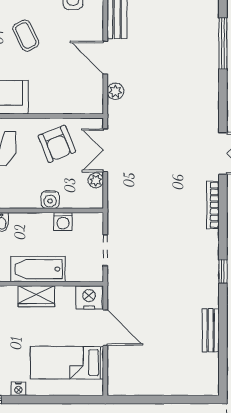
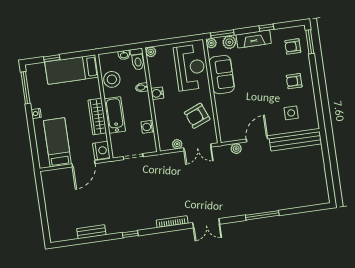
coffee table: (26, 36) -> (264, 86), removed
window: (223, 43) -> (262, 215), moved
double door: (105, 150) -> (197, 147), swing flipped
water cooler: (50, 200) -> (157, 93), moved
wardrobe: (36, 296) -> (97, 117), width x1.50

